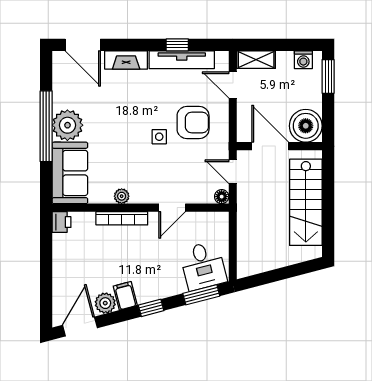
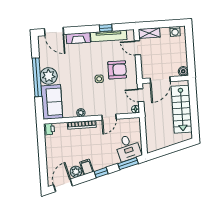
window: (328, 76) -> (189, 40), removed
boiler: (306, 126) -> (183, 71), width x0.54, depth x0.54
door: (270, 146) -> (160, 80), swing flipped

